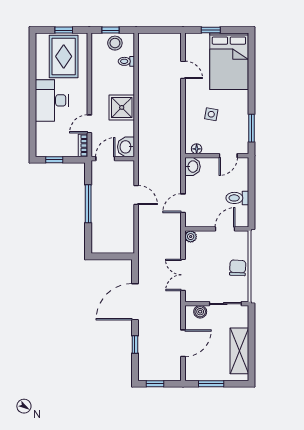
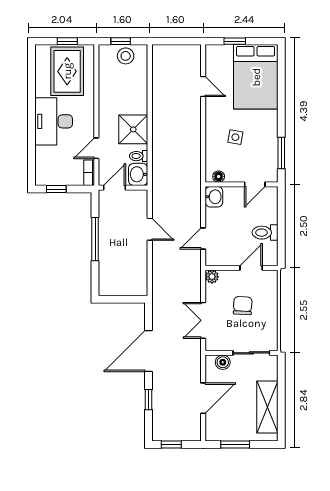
toilet: (126, 61) -> (139, 156), moved
chair: (238, 268) -> (243, 306), moved

